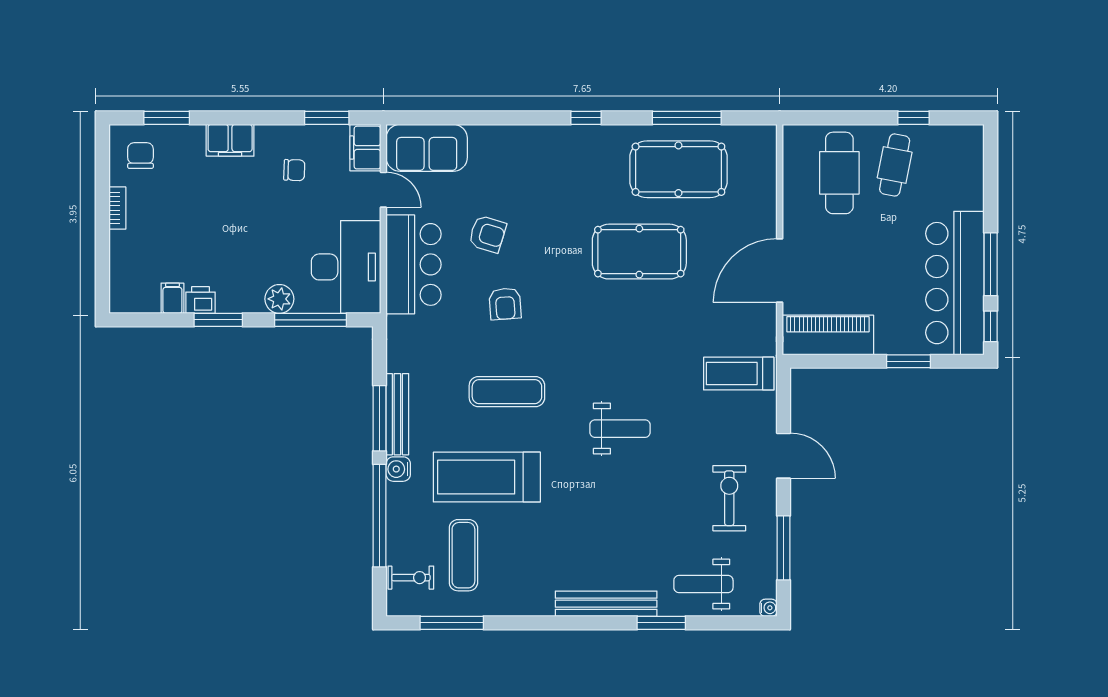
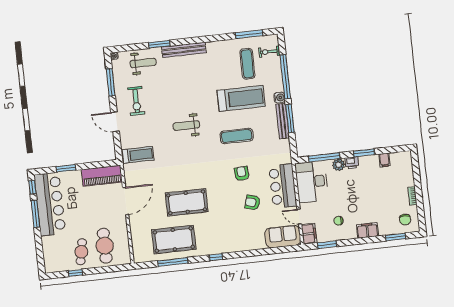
printer: (200, 300) -> (352, 163), moved

